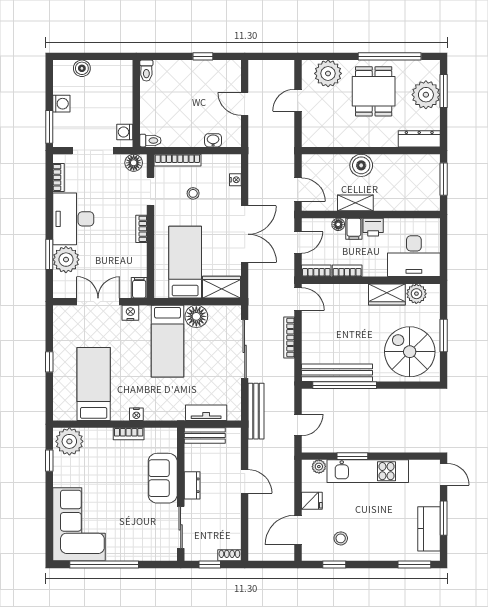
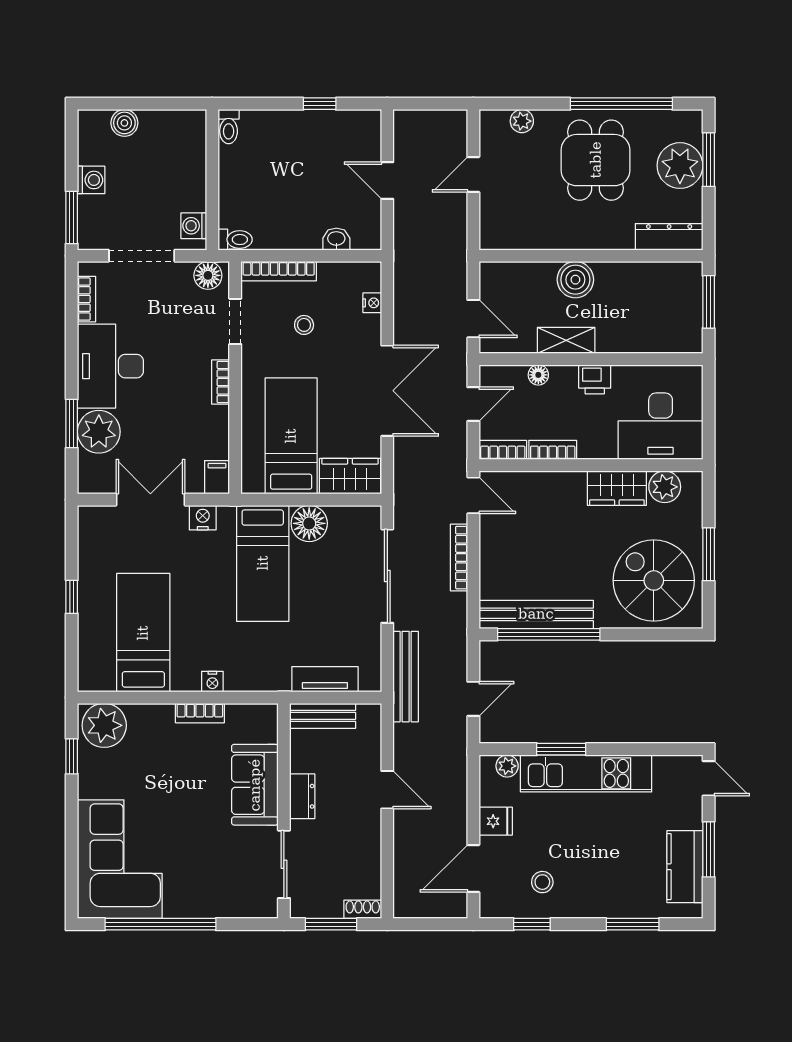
plant: (328, 73) -> (522, 121), width x0.53, depth x0.53
filing cabinet: (354, 229) -> (564, 382), removed
window: (210, 565) -> (331, 924), width x1.50
window: (414, 565) -> (633, 924), moved

